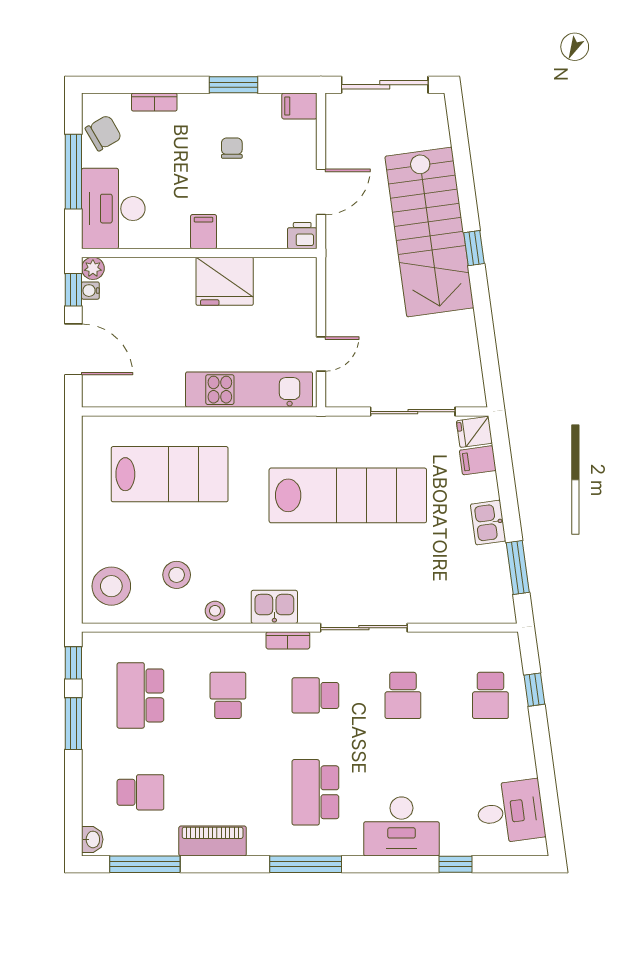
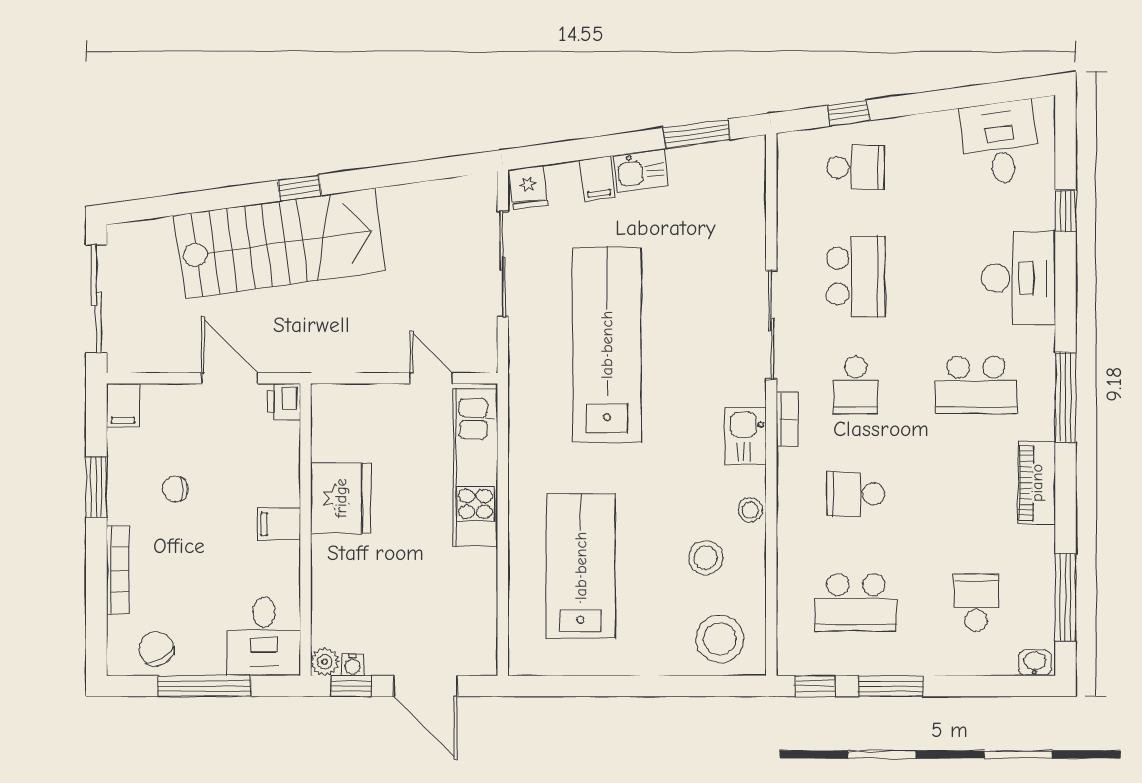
bookcase: (154, 102) -> (118, 570), width x1.56
desk: (113, 209) -> (264, 636), width x0.73
door: (73, 349) -> (425, 686), swing flipped
filing cabinet: (478, 460) -> (597, 179), moved
school desk: (403, 695) -> (856, 276), width x1.85
piano: (213, 841) -> (1037, 483), moved

